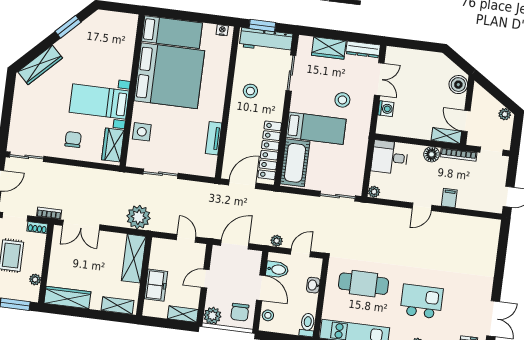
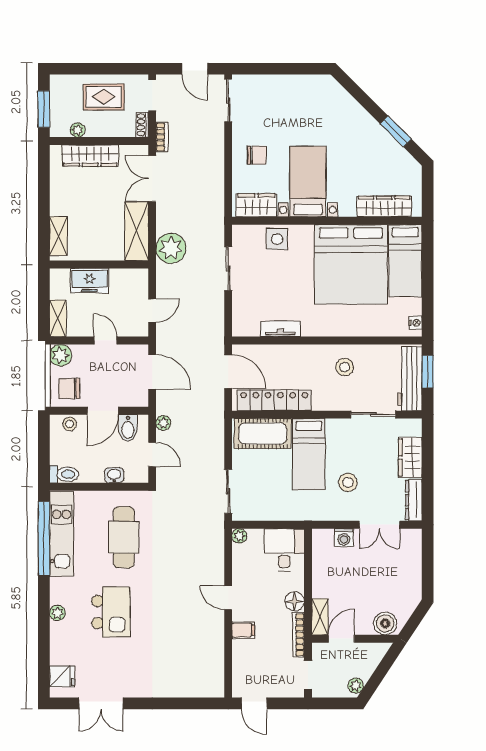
wardrobe: (40, 65) -> (384, 206), moved, turned 135
shelving: (134, 259) -> (137, 231), moved, turned 90
wardrobe: (67, 297) -> (90, 156), moved, turned 90

